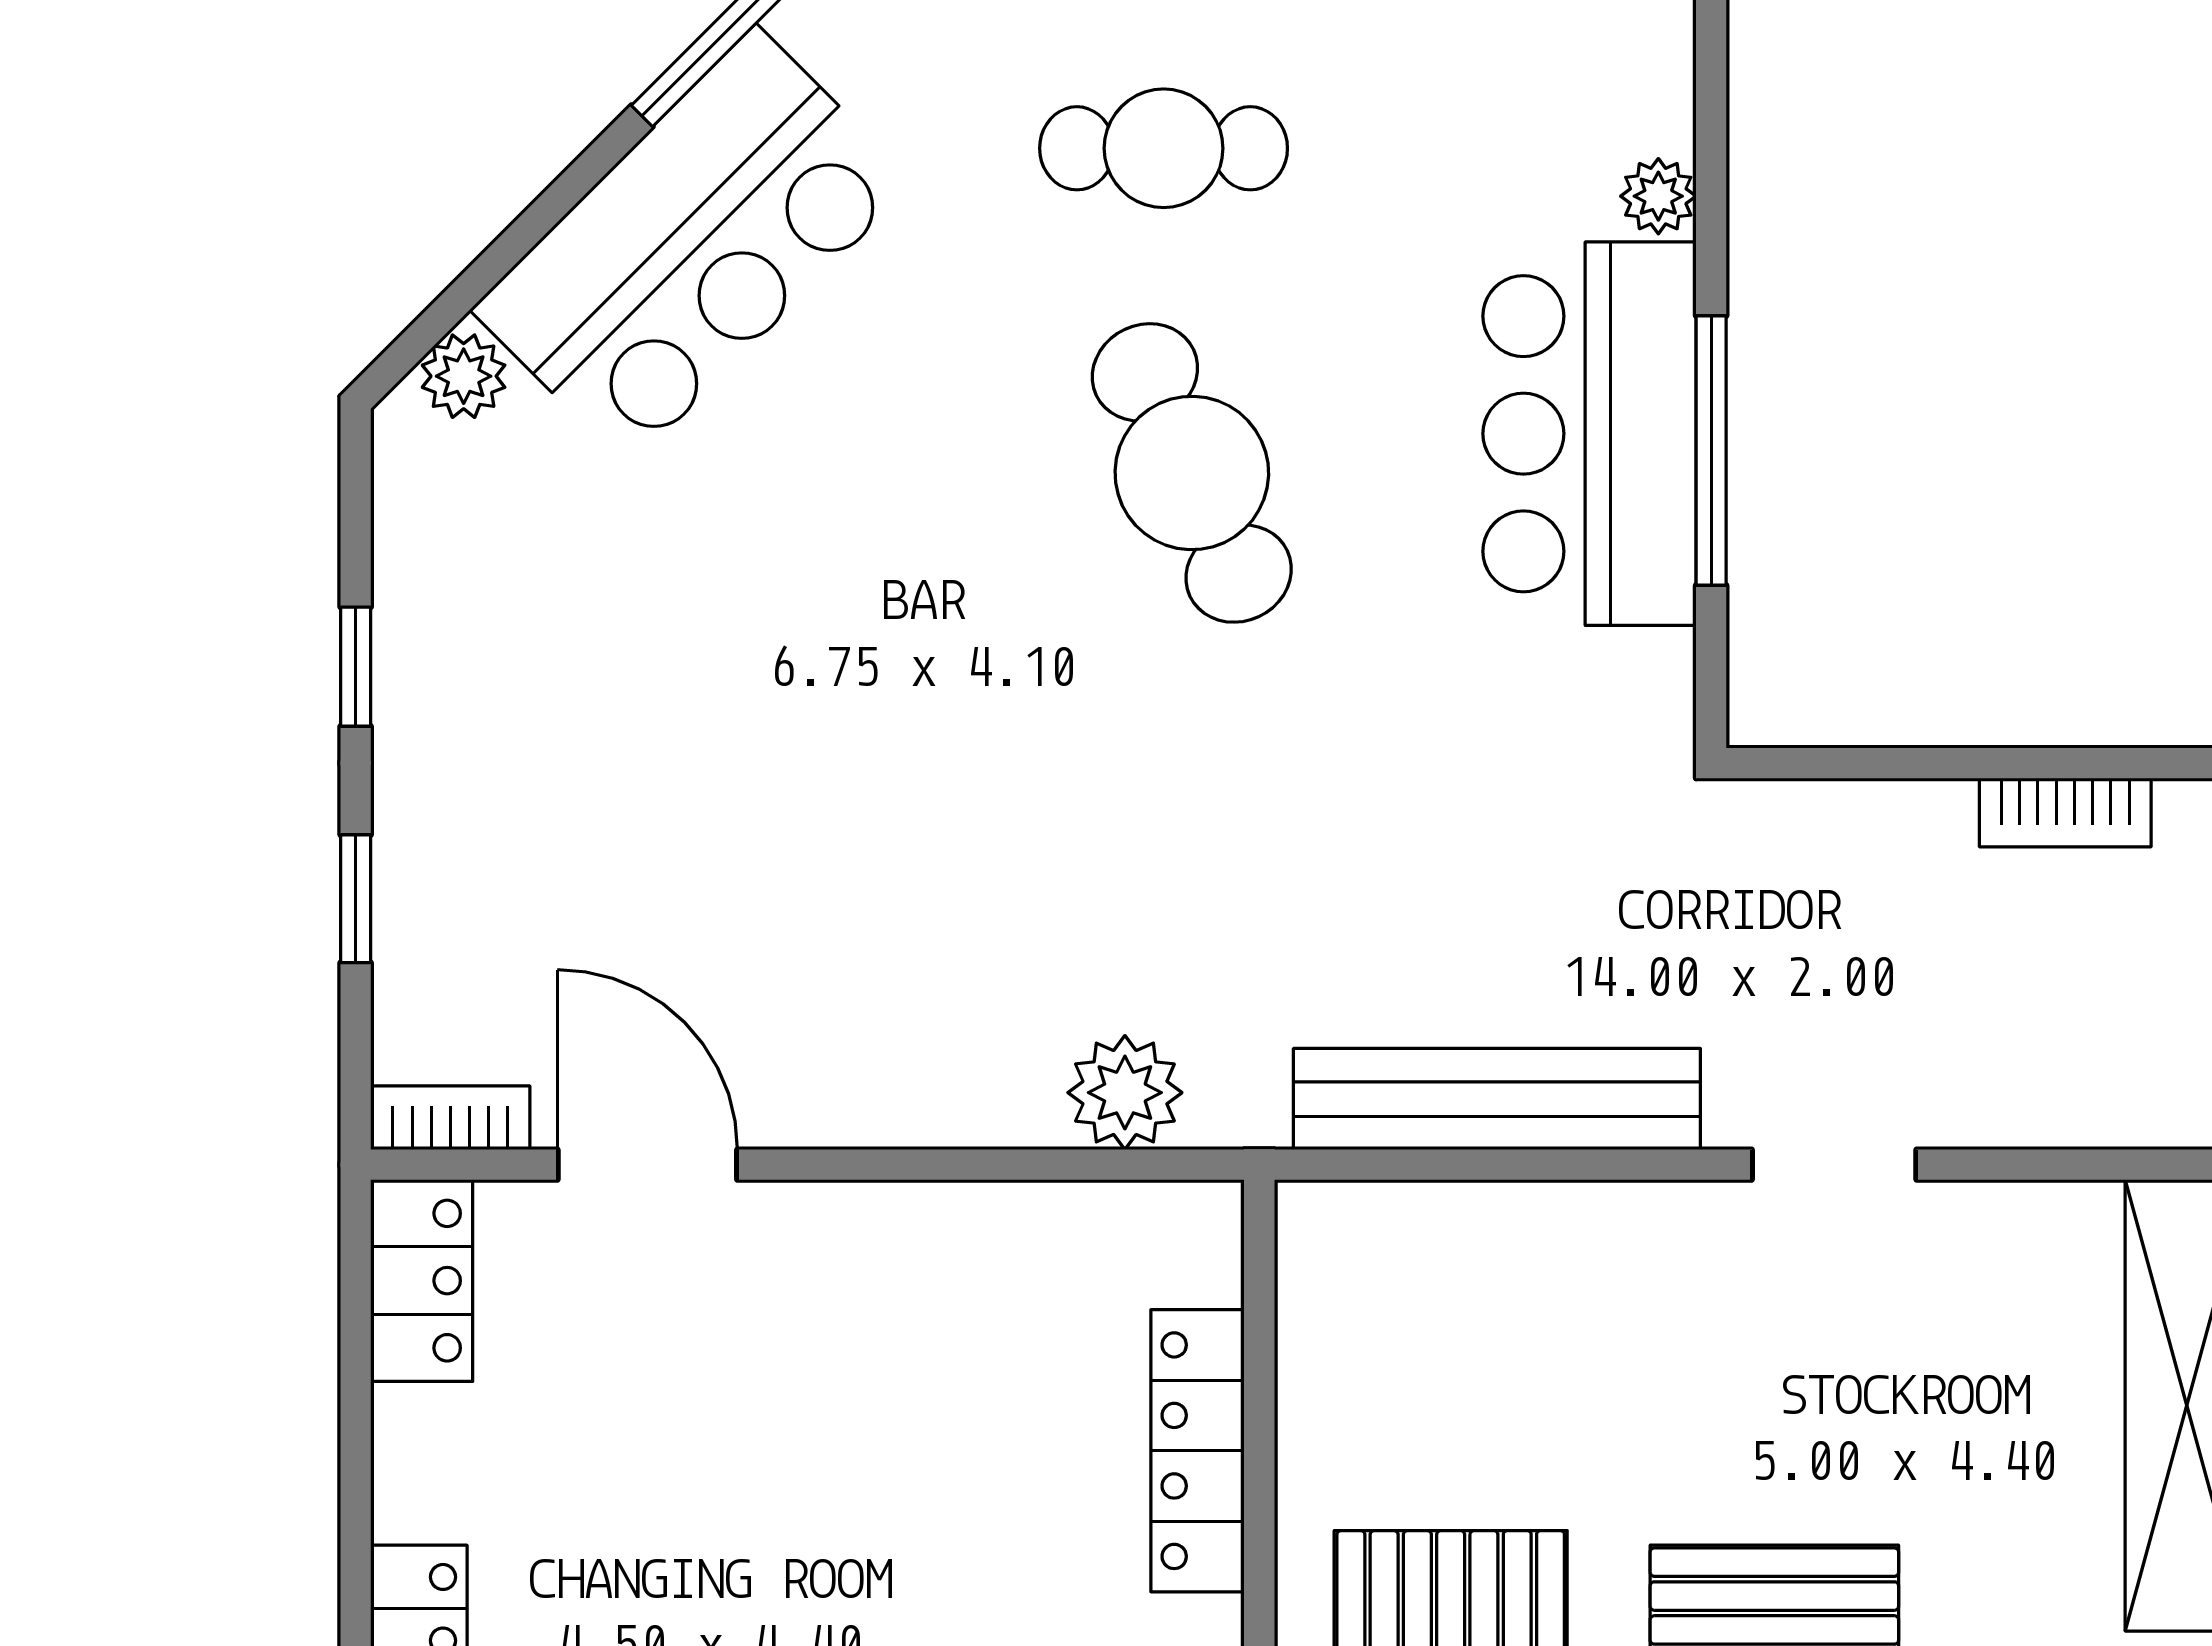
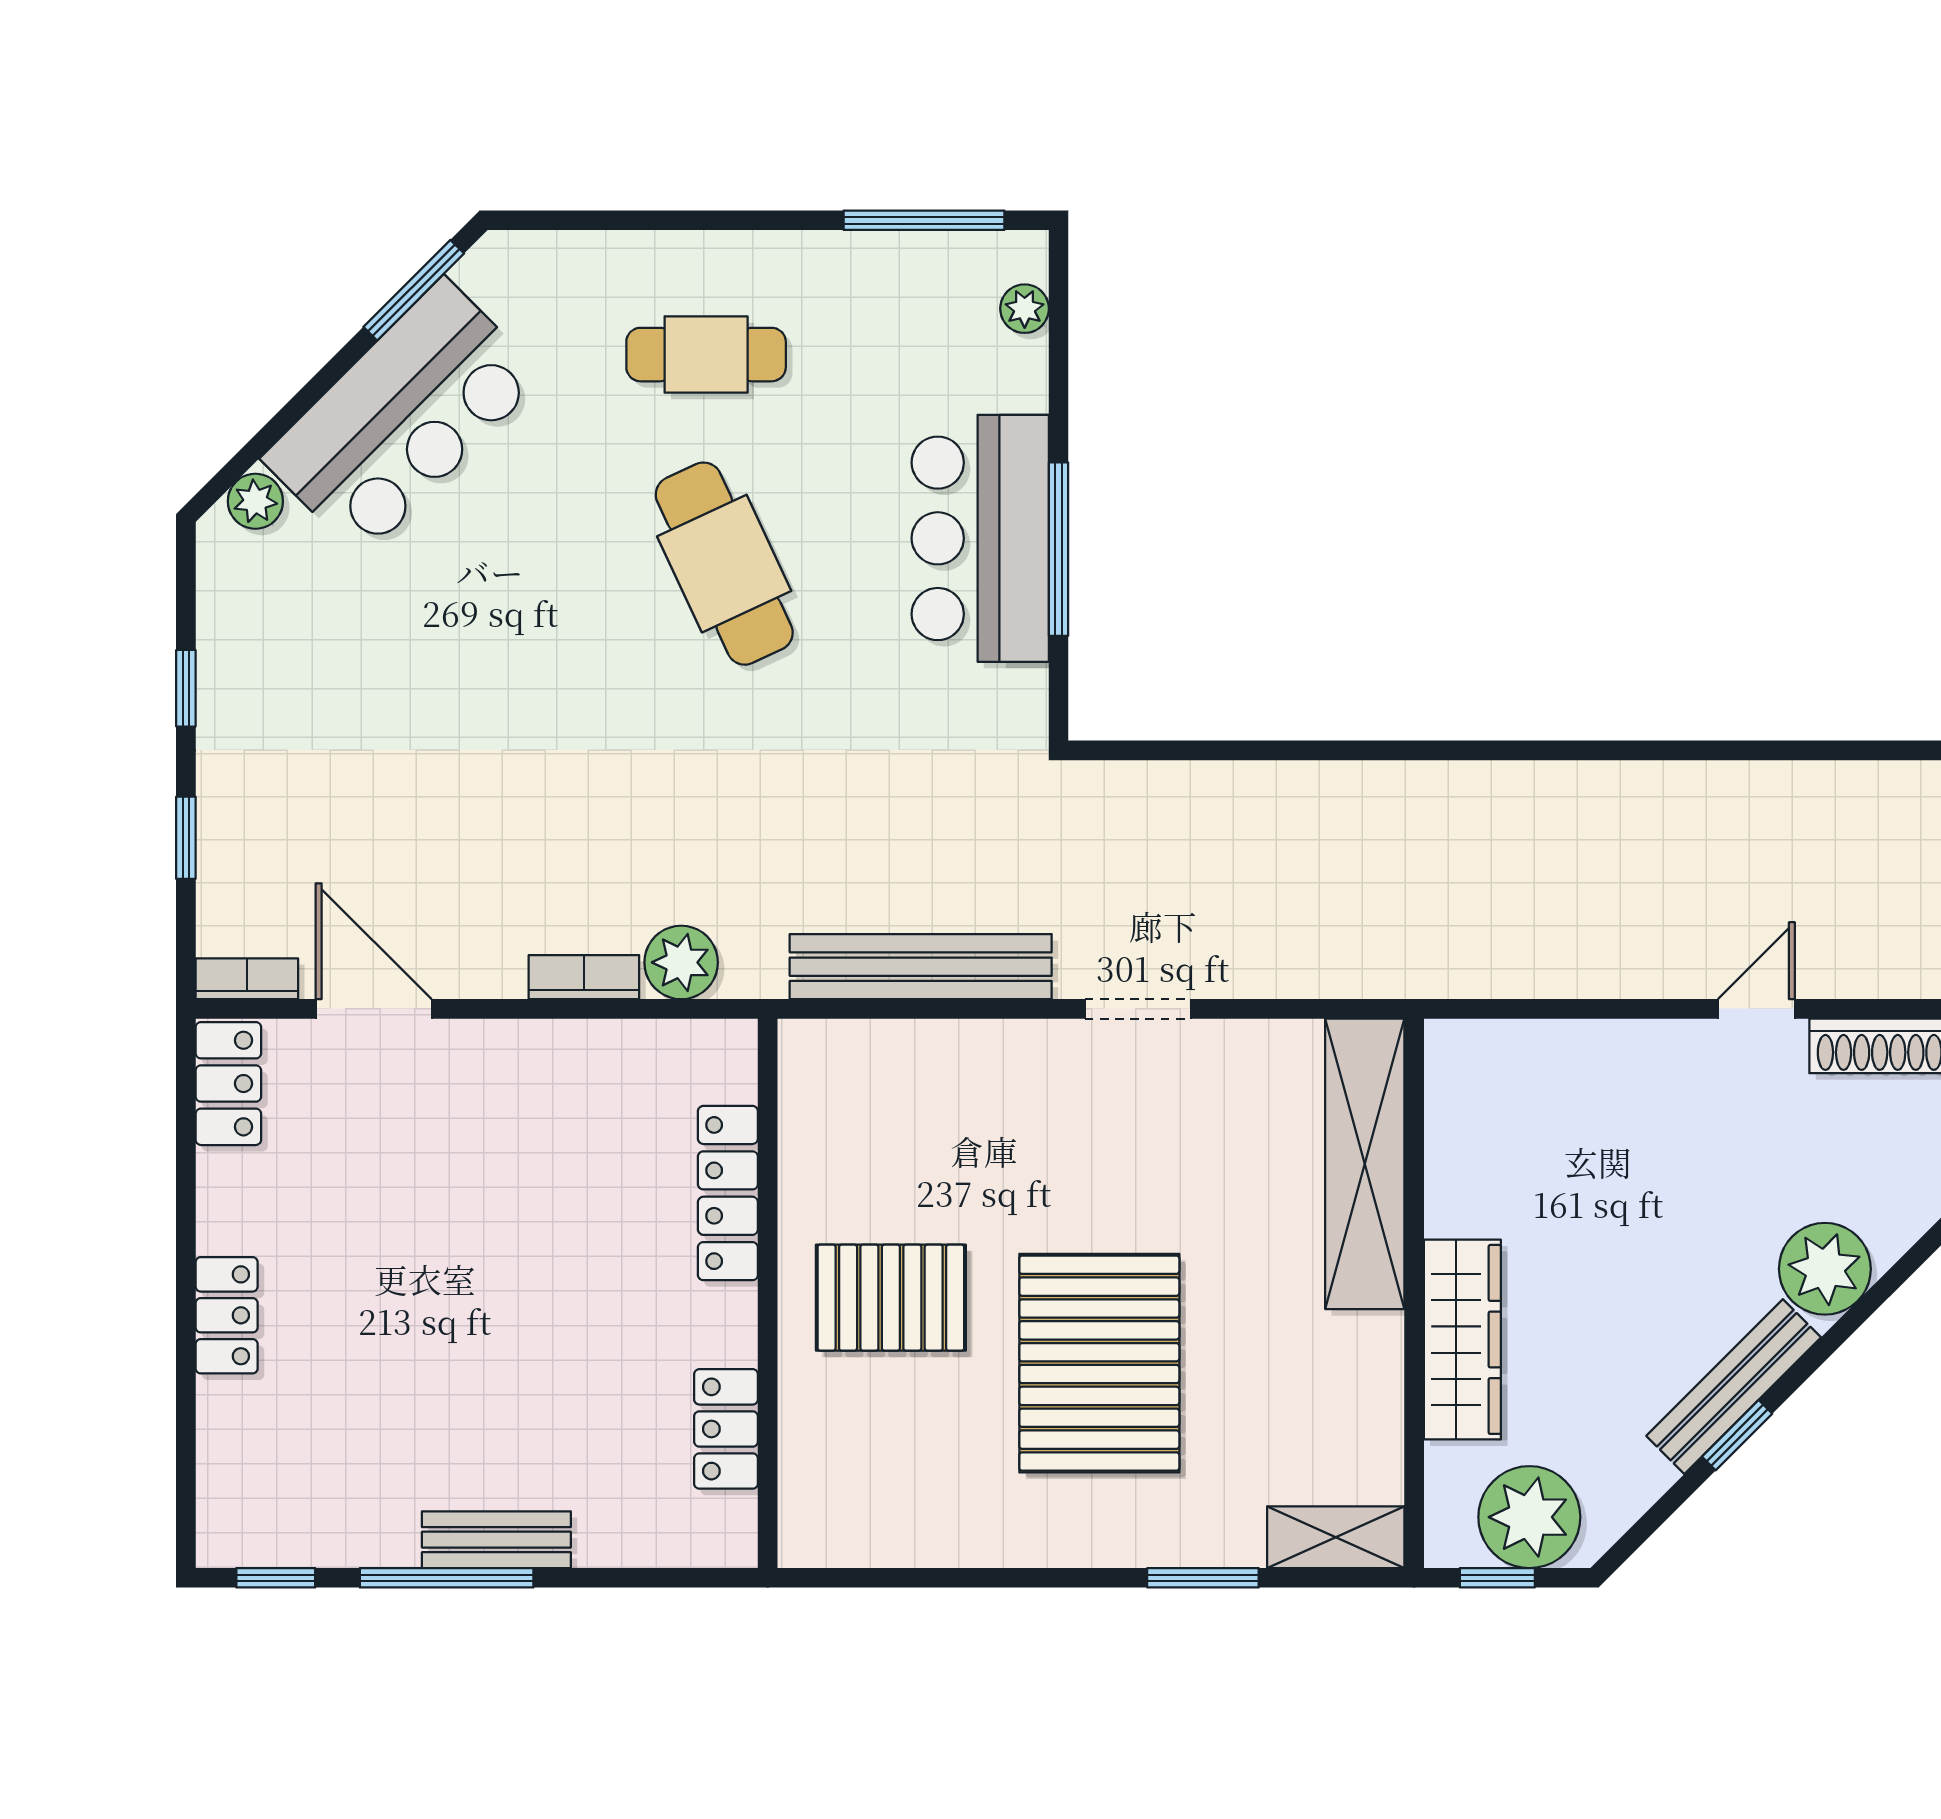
plant: (1658, 196) -> (1025, 309), moved
bookcase: (2065, 812) -> (584, 977), moved, turned 180

